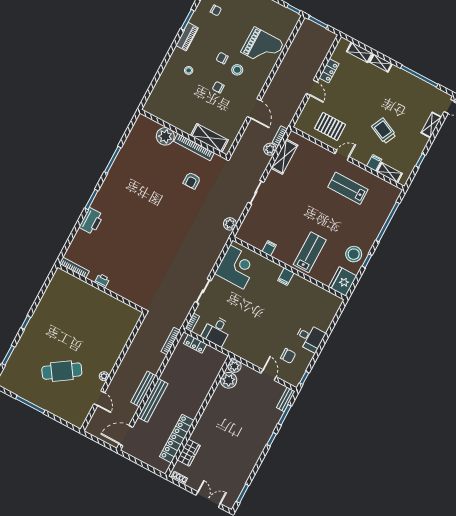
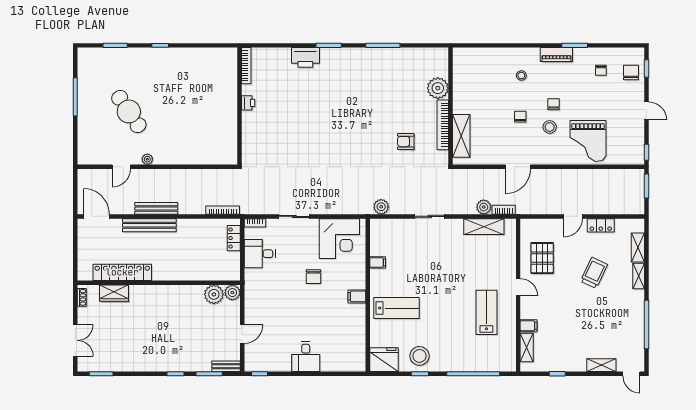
trolley: (384, 131) -> (594, 273), moved
chair: (288, 356) -> (313, 277), moved

